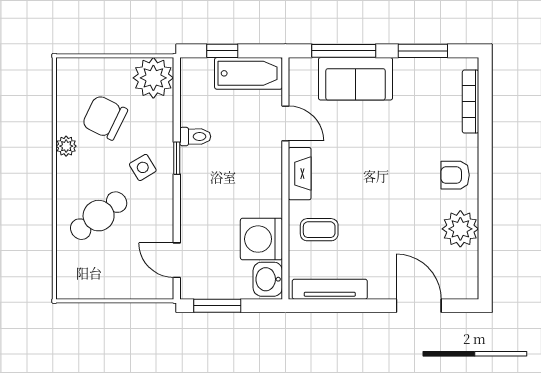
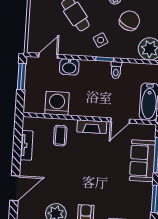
washbasin: (268, 279) -> (69, 67), moved, turned 180
tv unit: (330, 289) -> (27, 145), width x0.71

